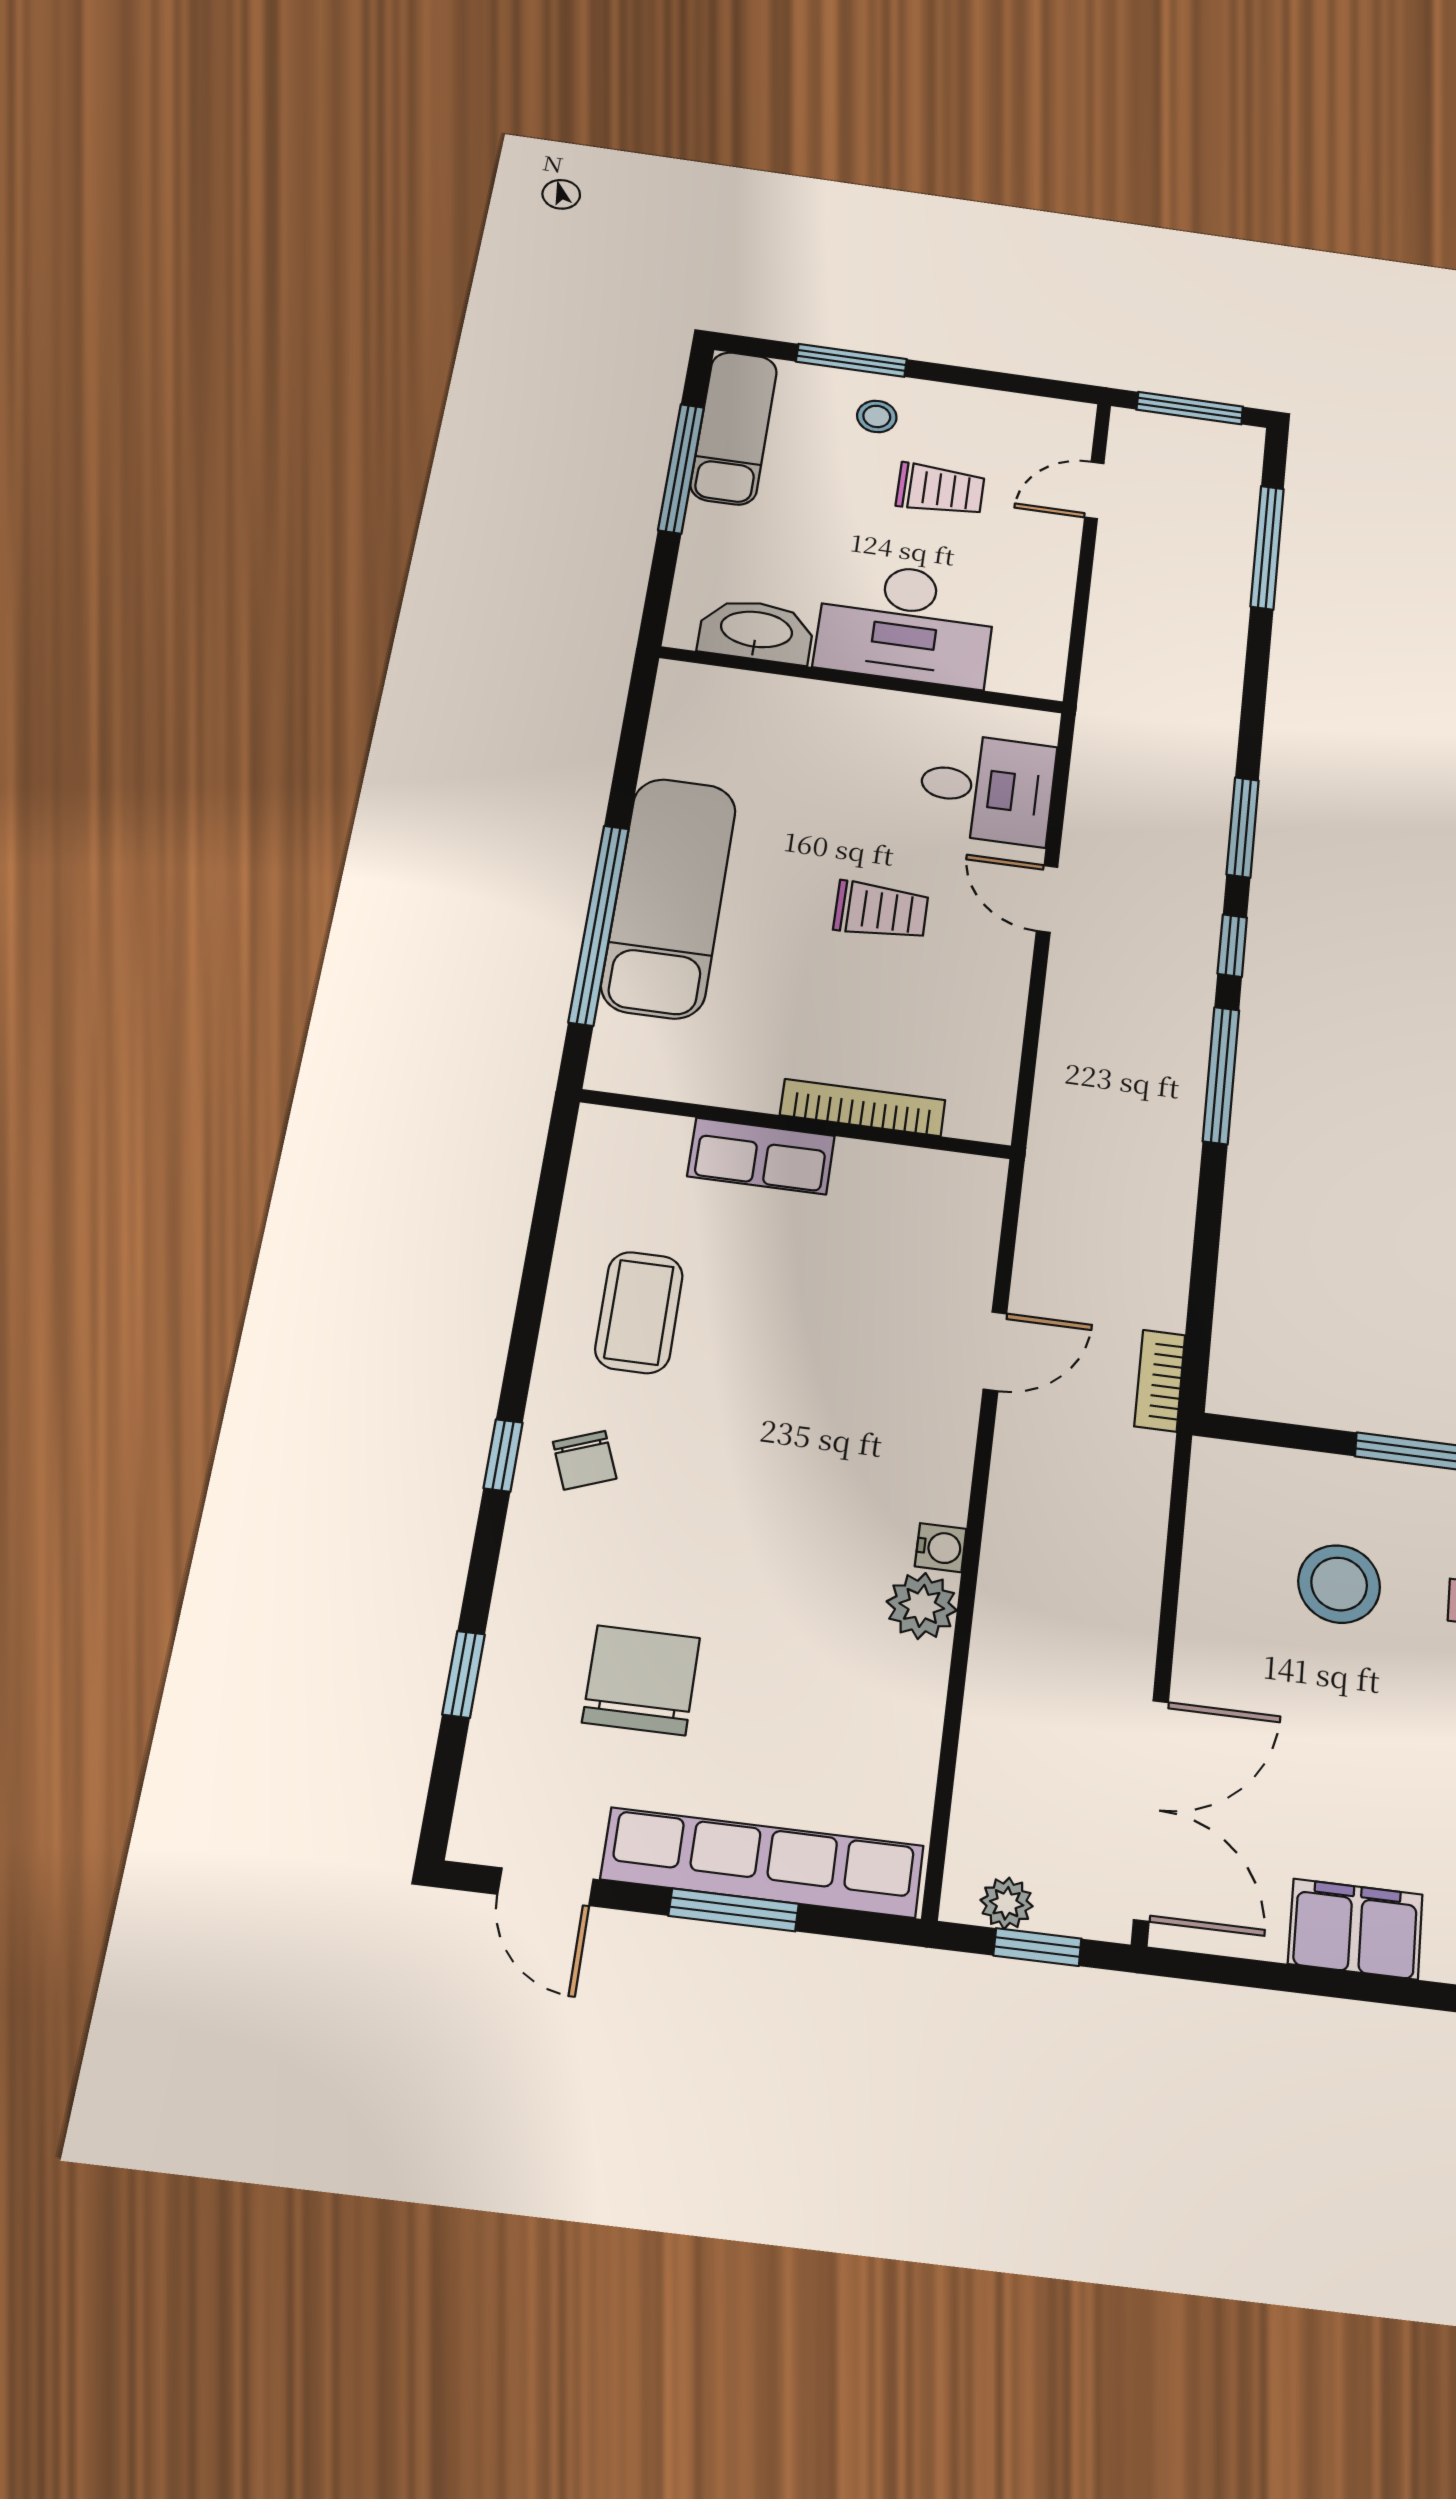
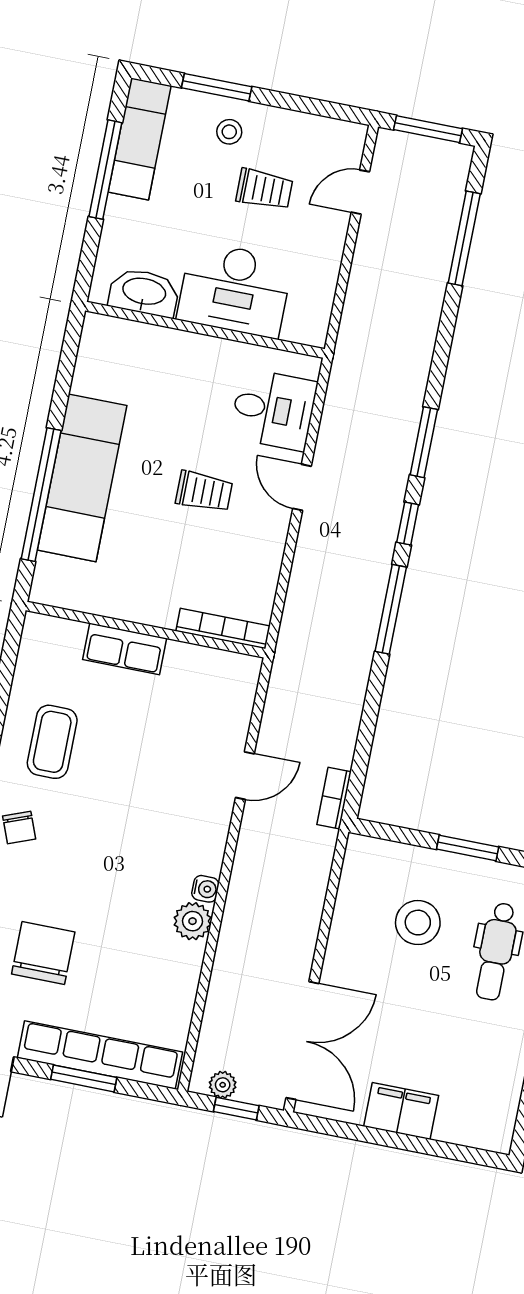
bookcase: (863, 1108) -> (223, 629), moved

